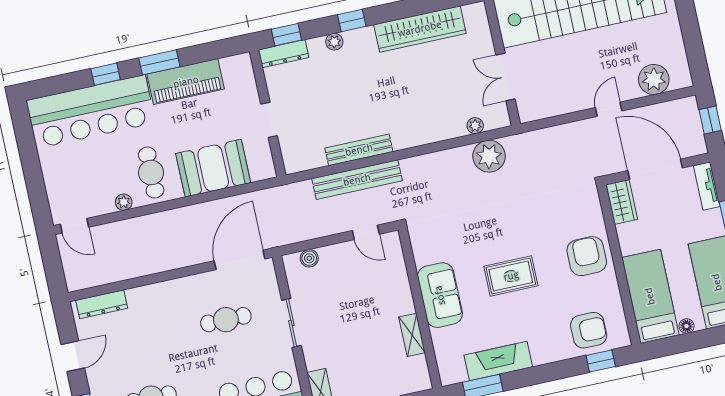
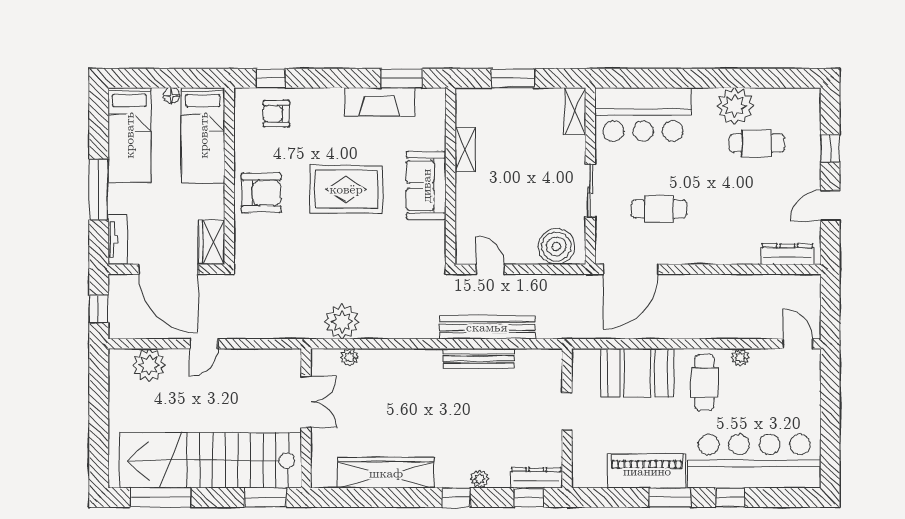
armchair: (587, 256) -> (261, 193), turned -90
boiler: (309, 258) -> (556, 246), width x1.86, depth x1.86
rug: (511, 276) -> (346, 189), width x1.36, depth x1.43
armchair: (589, 330) -> (276, 114), width x0.72, depth x0.72

